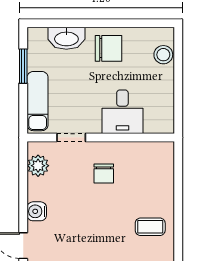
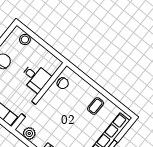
chair: (104, 174) -> (63, 83), moved

